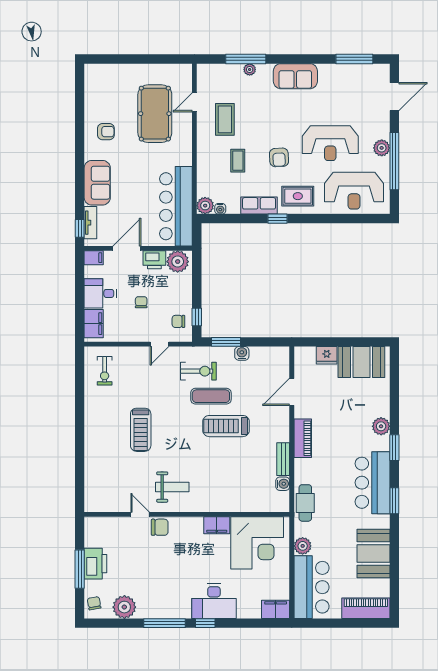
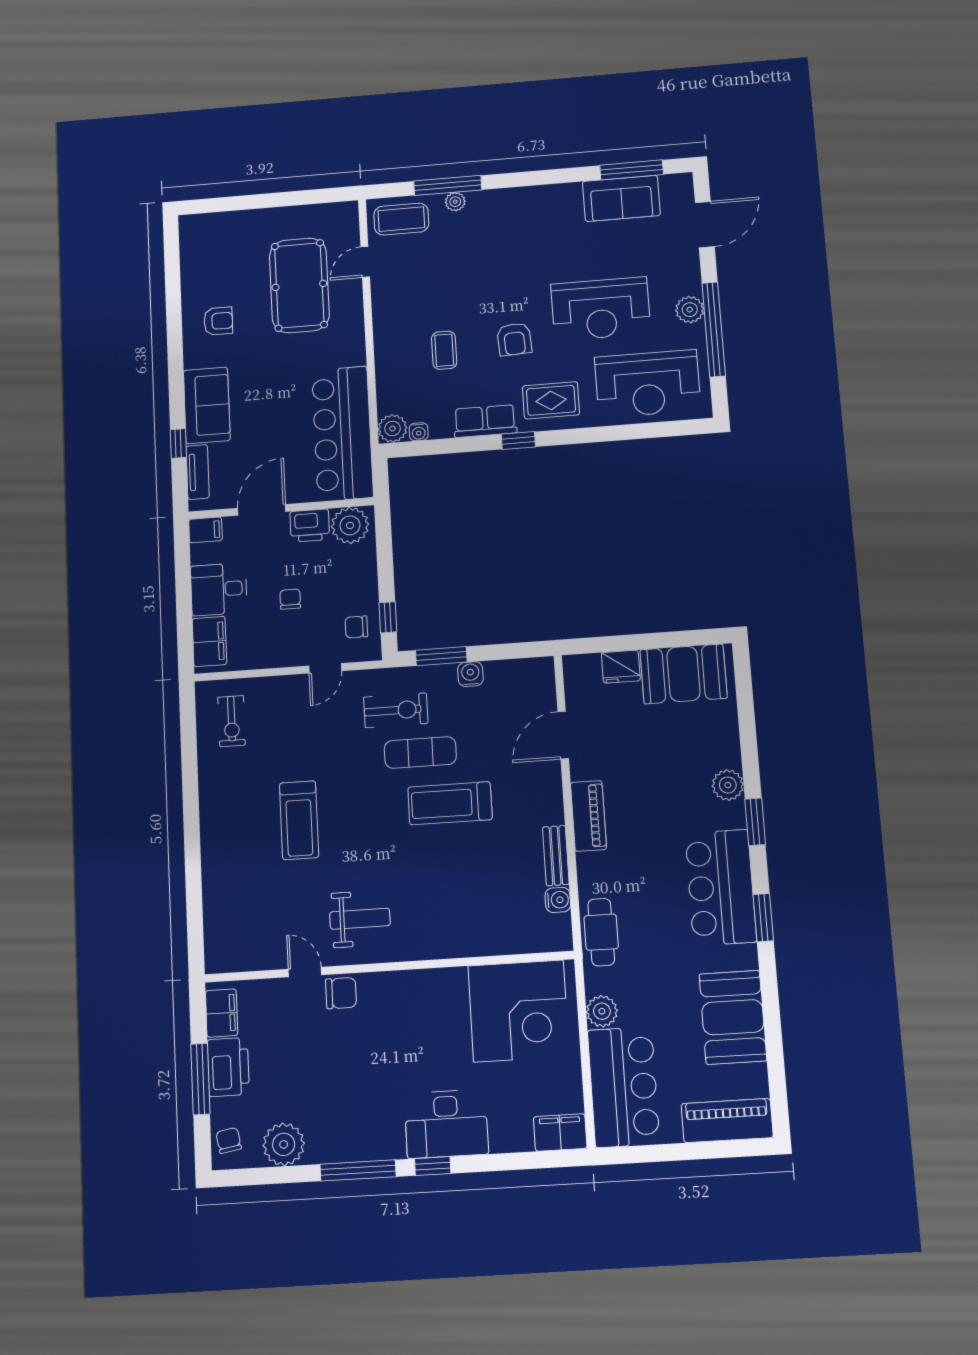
sofa: (295, 76) -> (621, 198), moved
coffee table: (225, 119) -> (401, 219), moved, turned 90
window: (80, 228) -> (178, 443), moved
filing cabinet: (217, 525) -> (222, 1013), moved, turned -90

